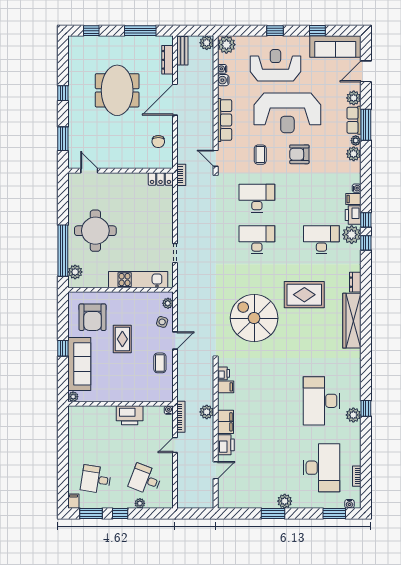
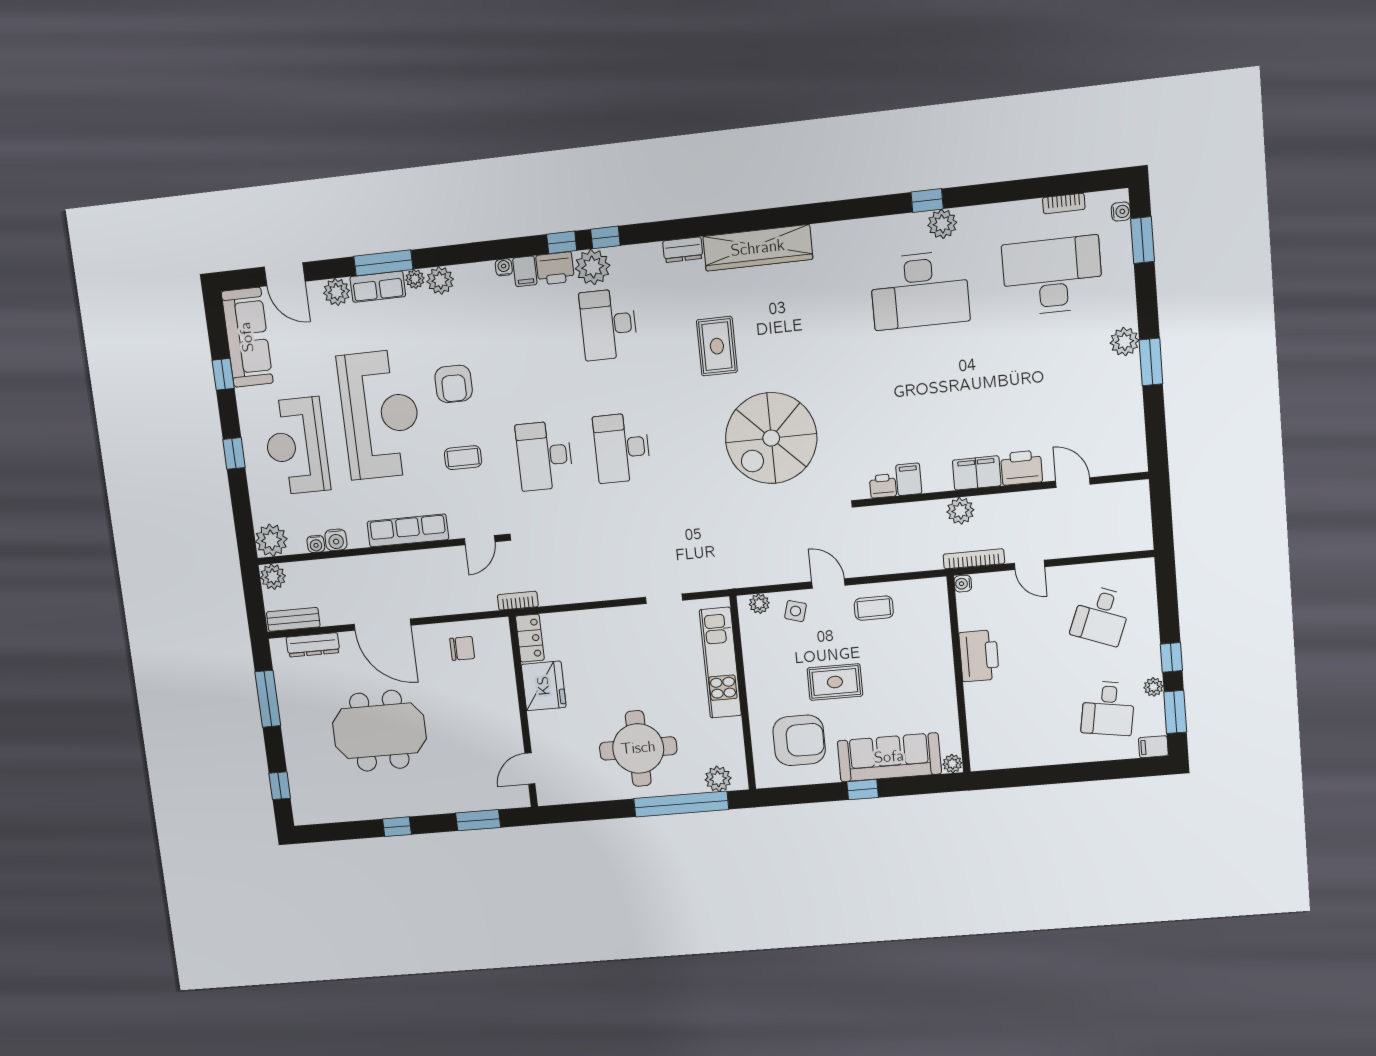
fridge: (134, 183) -> (544, 686), added
rug: (304, 295) -> (717, 346), width x0.73, depth x0.70
plant: (140, 503) -> (1154, 687), moved

